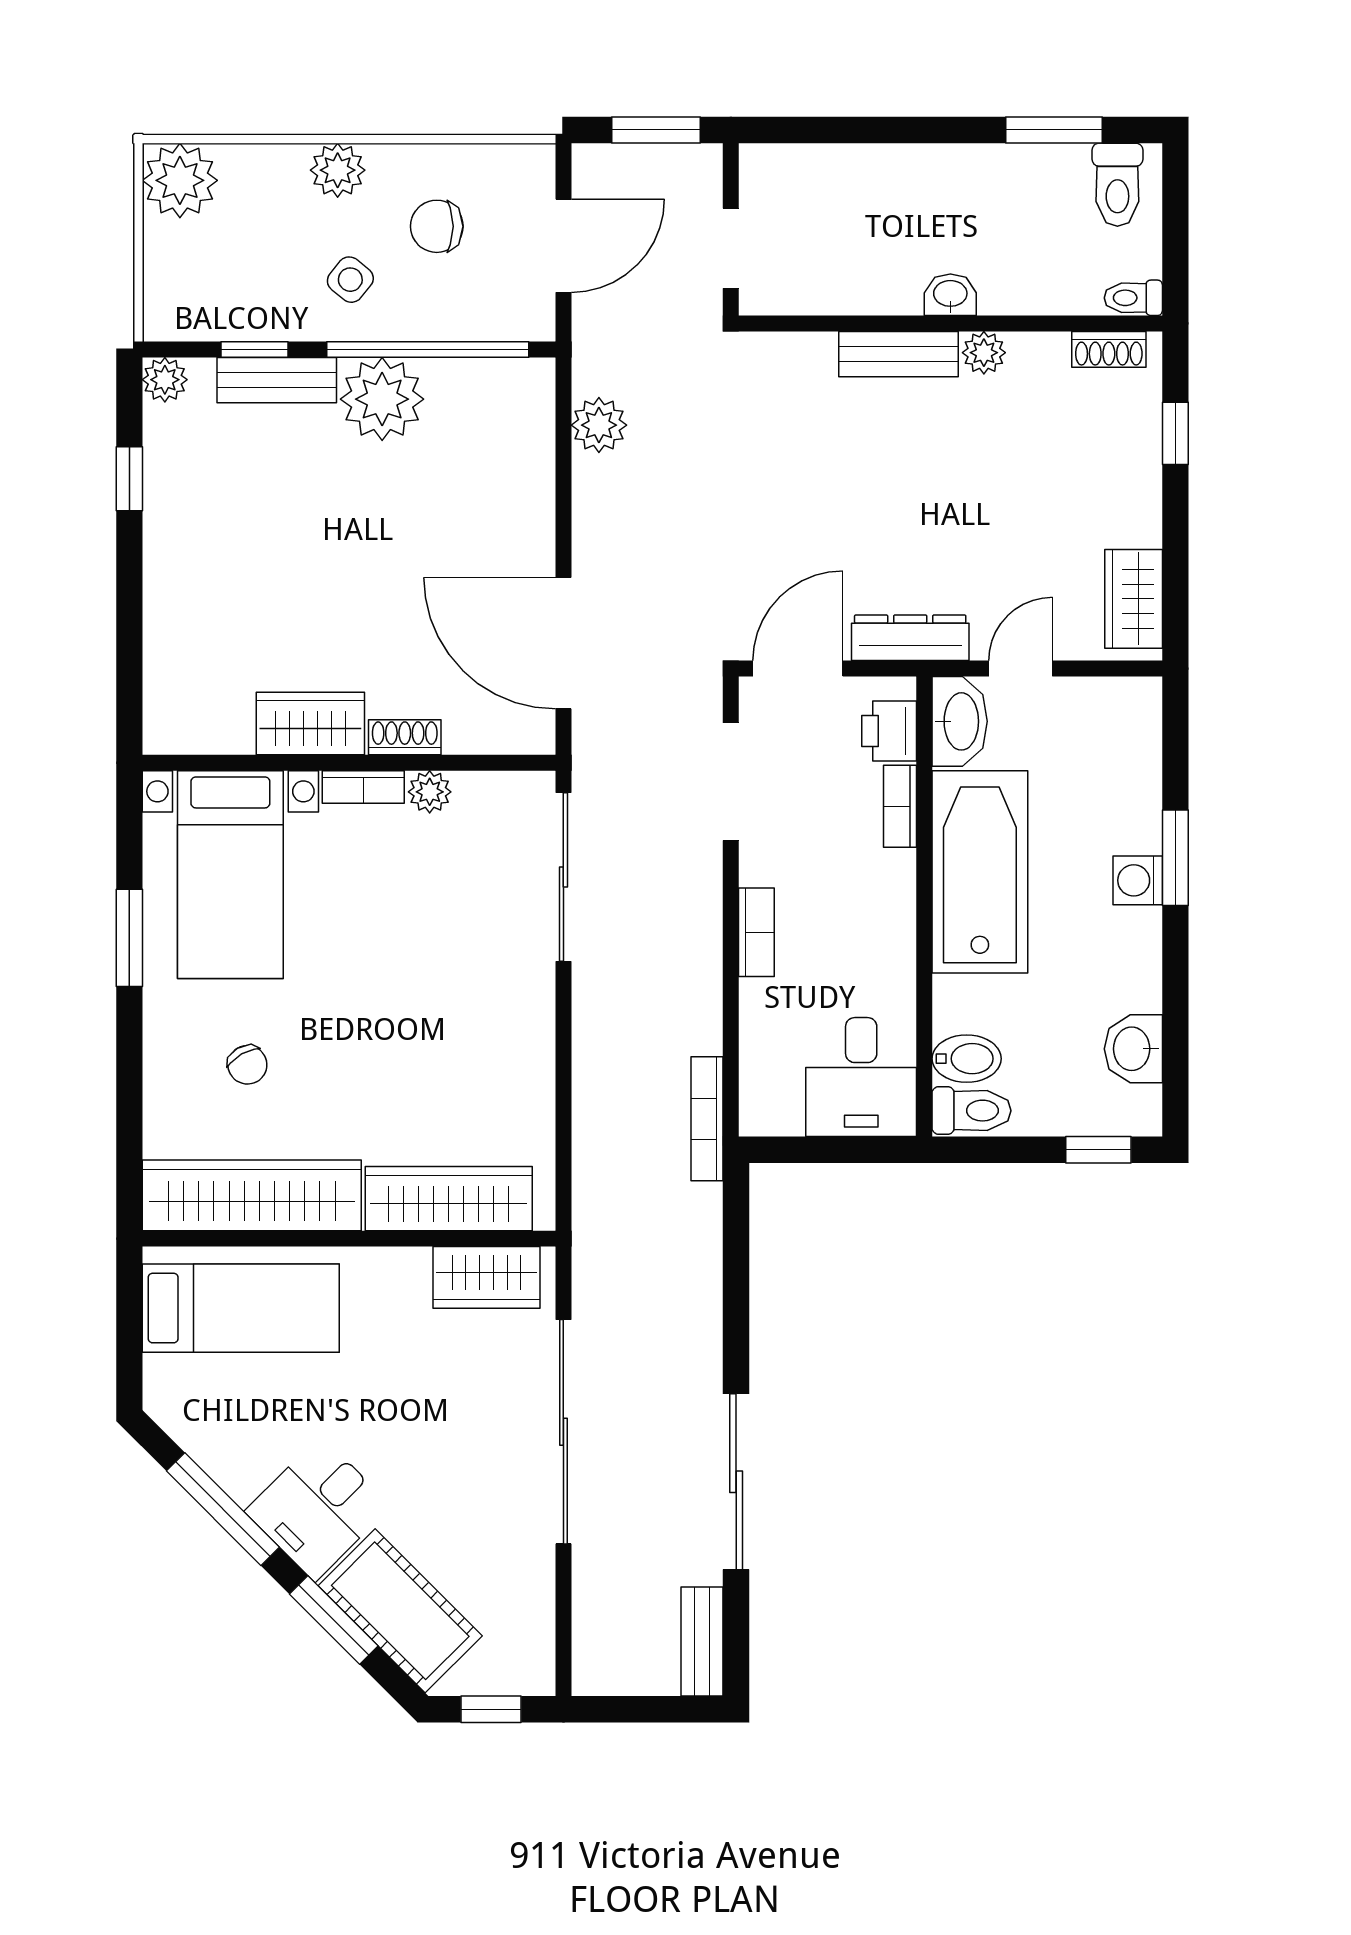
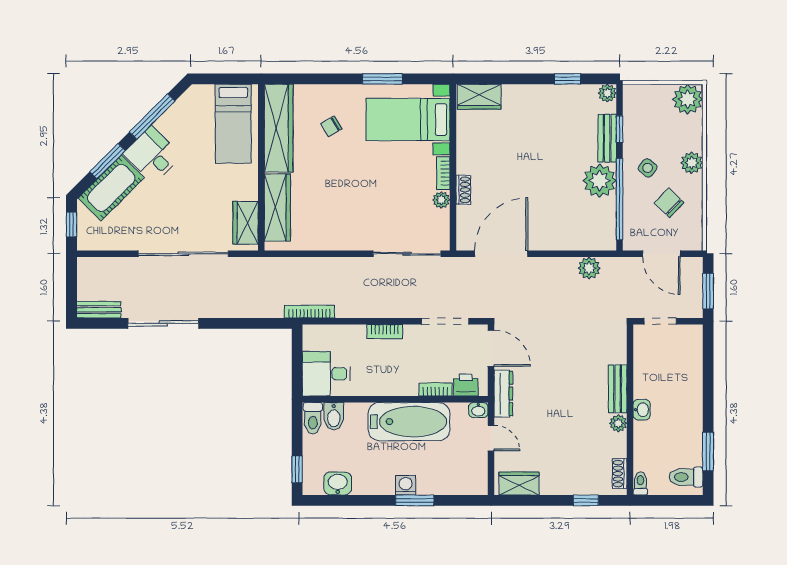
chair: (437, 226) -> (669, 203), turned -46
washbasin: (960, 721) -> (478, 410), width x0.52, depth x0.69
wardrobe: (310, 724) -> (479, 97), moved, turned 90

